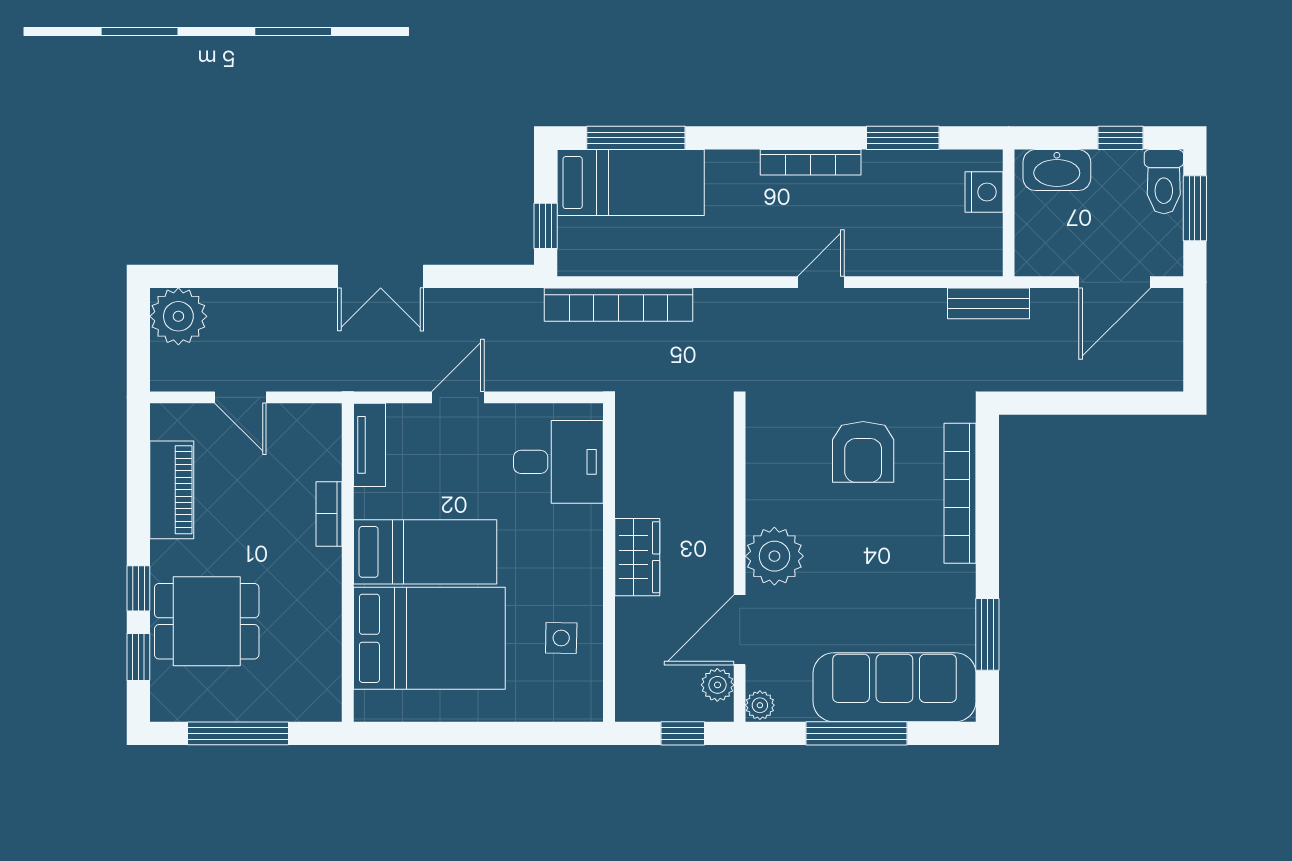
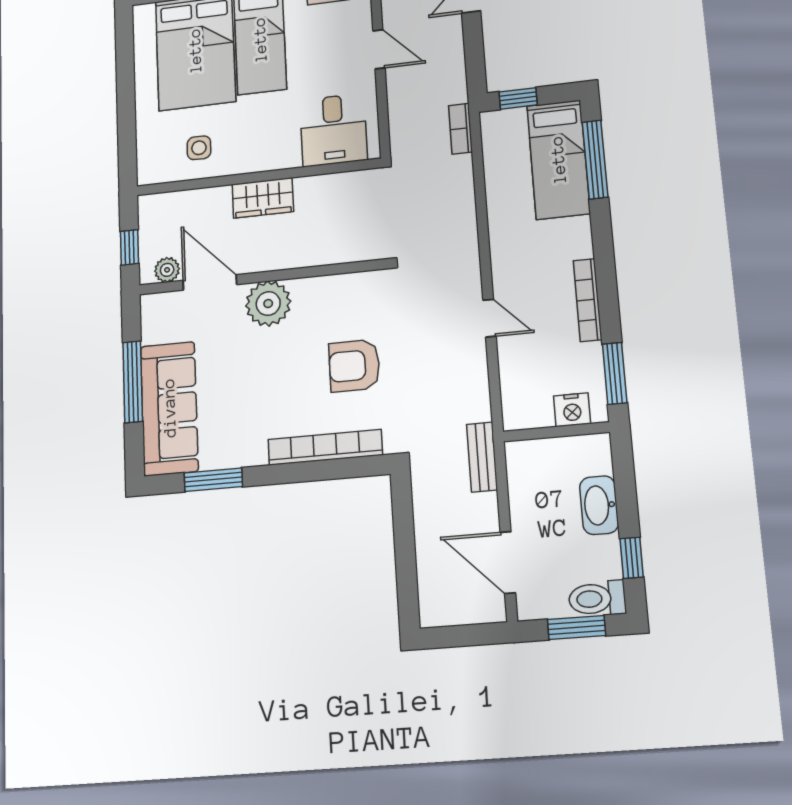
nightstand: (984, 192) -> (572, 410), moved
wall: (1009, 213) -> (556, 432), moved
bookcase: (618, 305) -> (460, 129), width x0.43, depth x0.76
plant: (760, 705) -> (152, 304), removed

